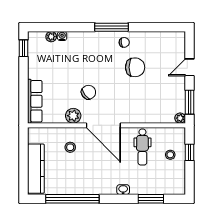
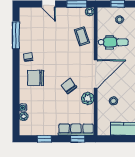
window: (112, 27) -> (16, 35), moved
window: (24, 48) -> (44, 139), moved
chair: (135, 67) -> (36, 78), moved, turned -90
window: (24, 103) -> (78, 139), added
coffee table: (150, 109) -> (82, 36), added

